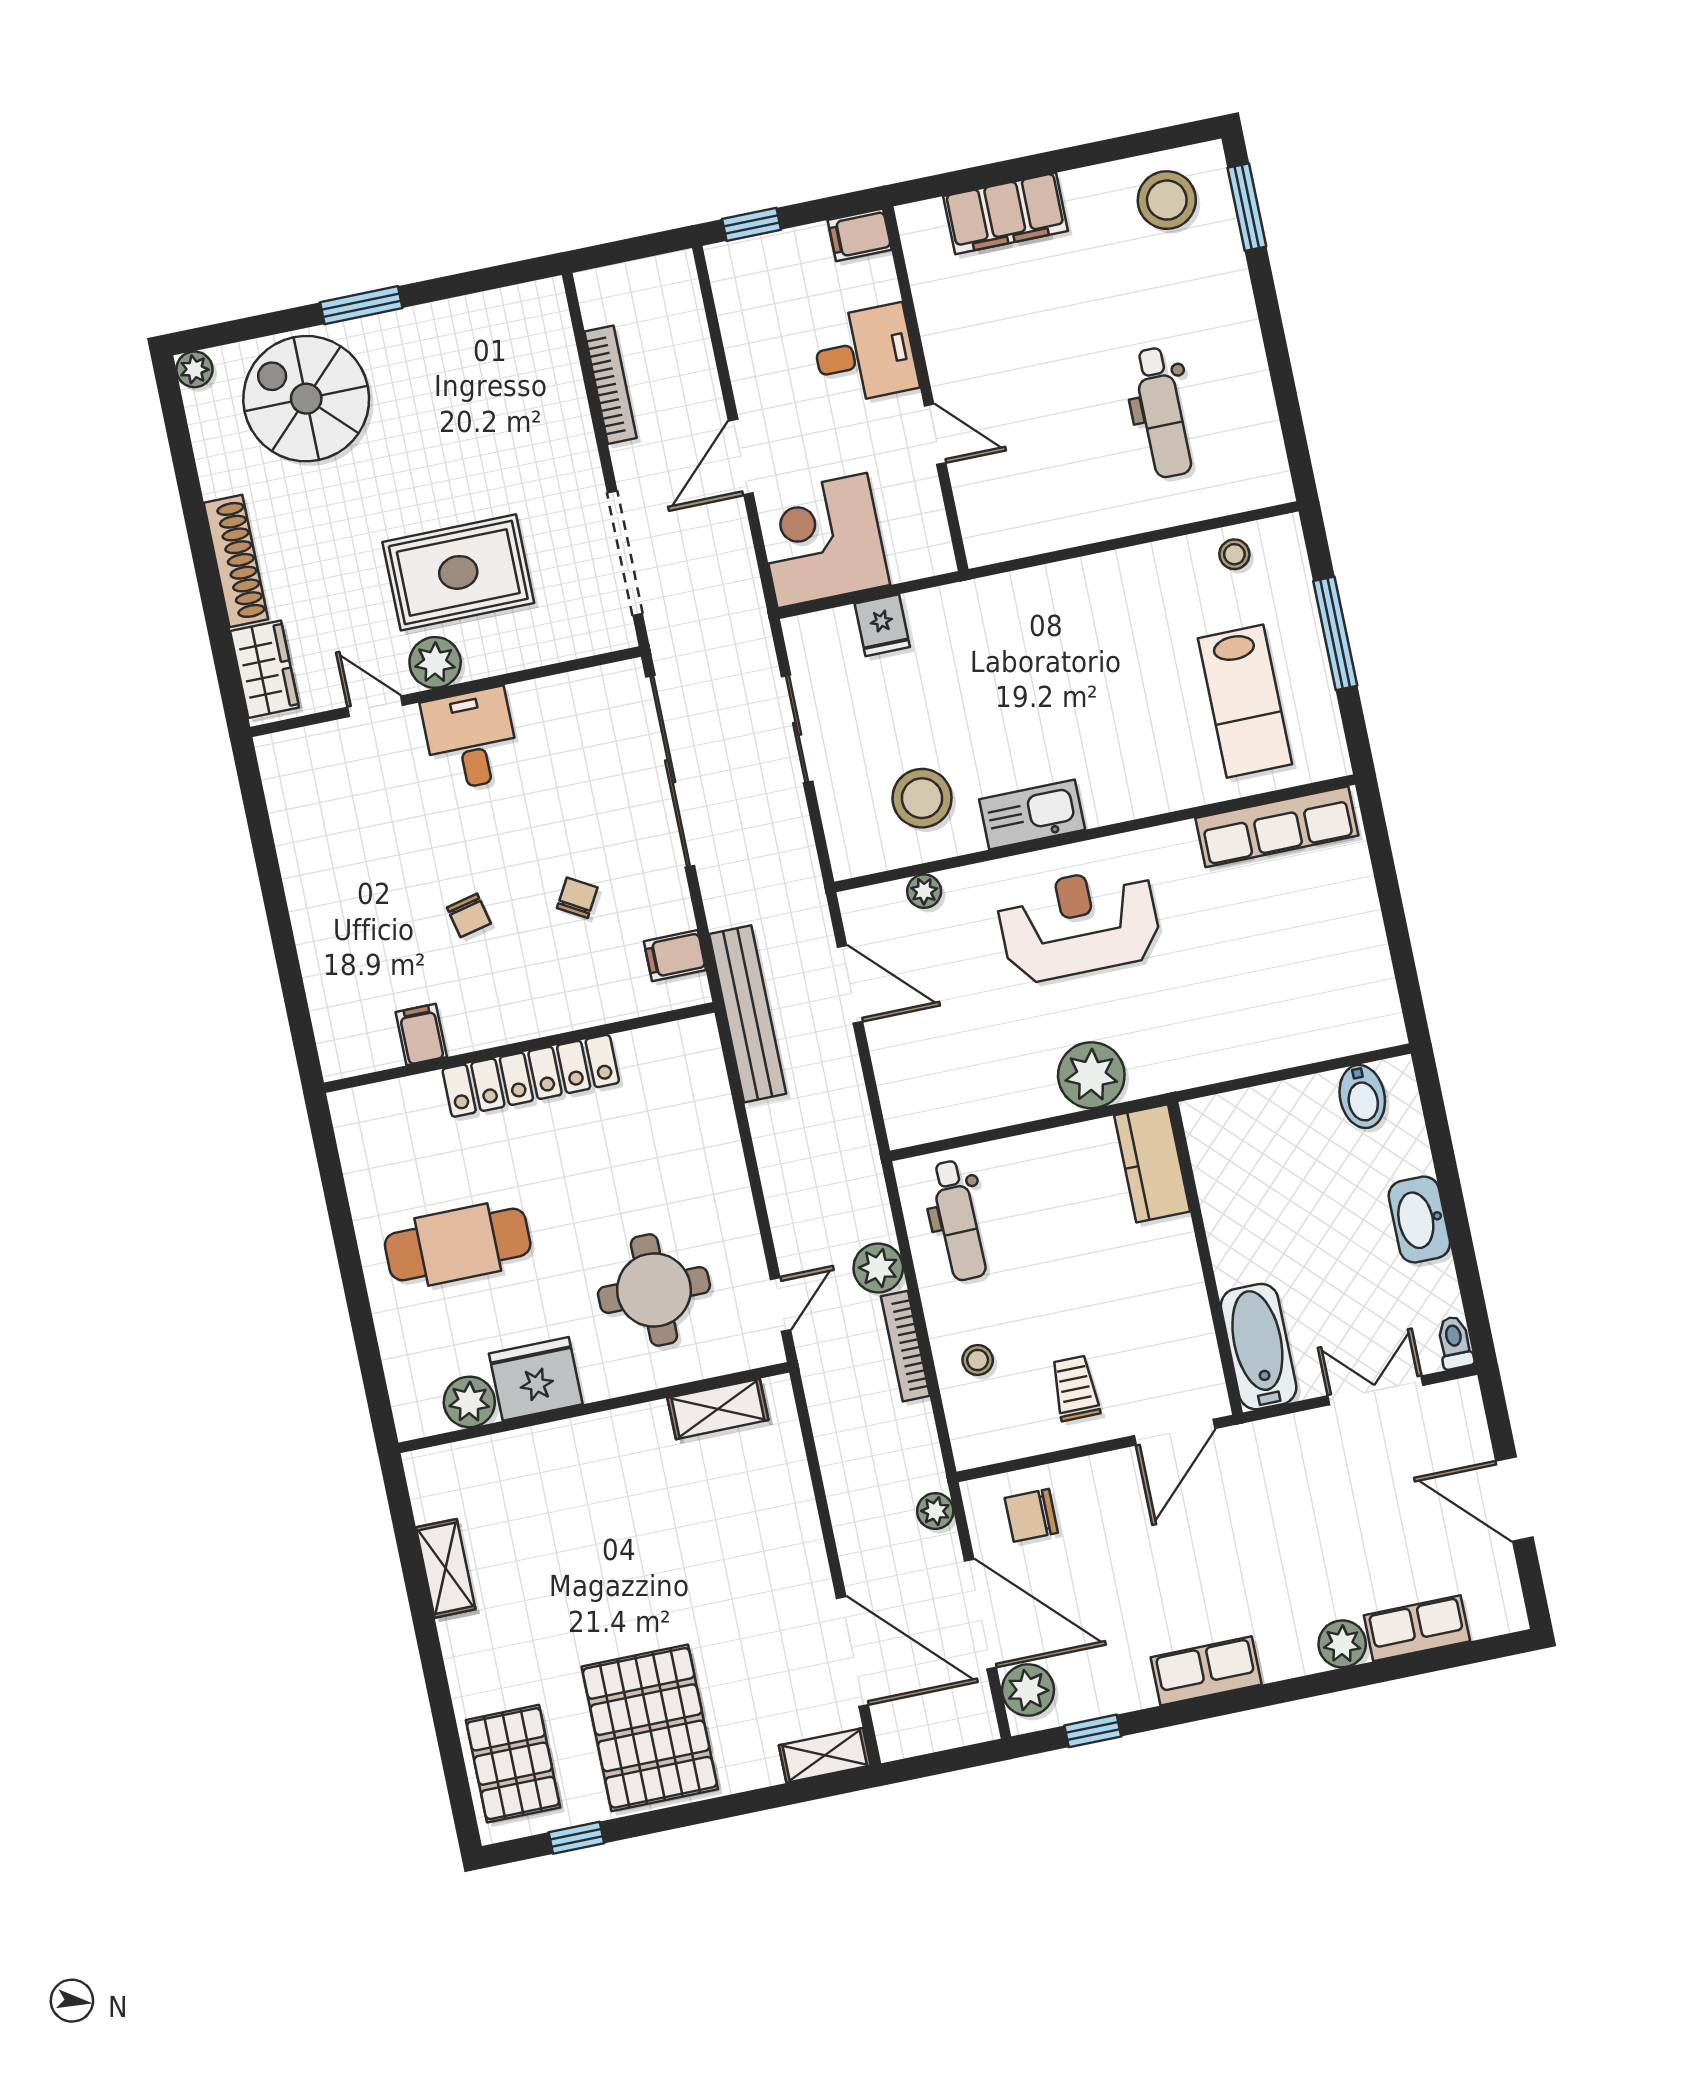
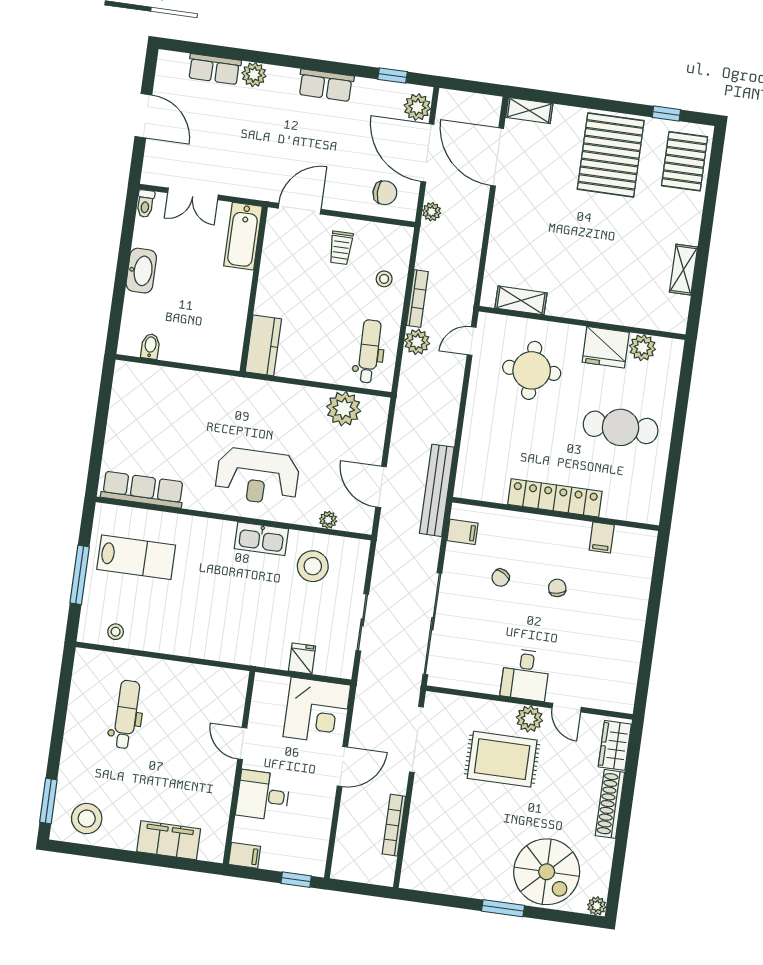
lab bench: (1245, 701) -> (136, 557), turned 90
plant: (1091, 1075) -> (344, 409), moved
bidet: (1362, 1096) -> (150, 346), width x0.72, depth x0.74

